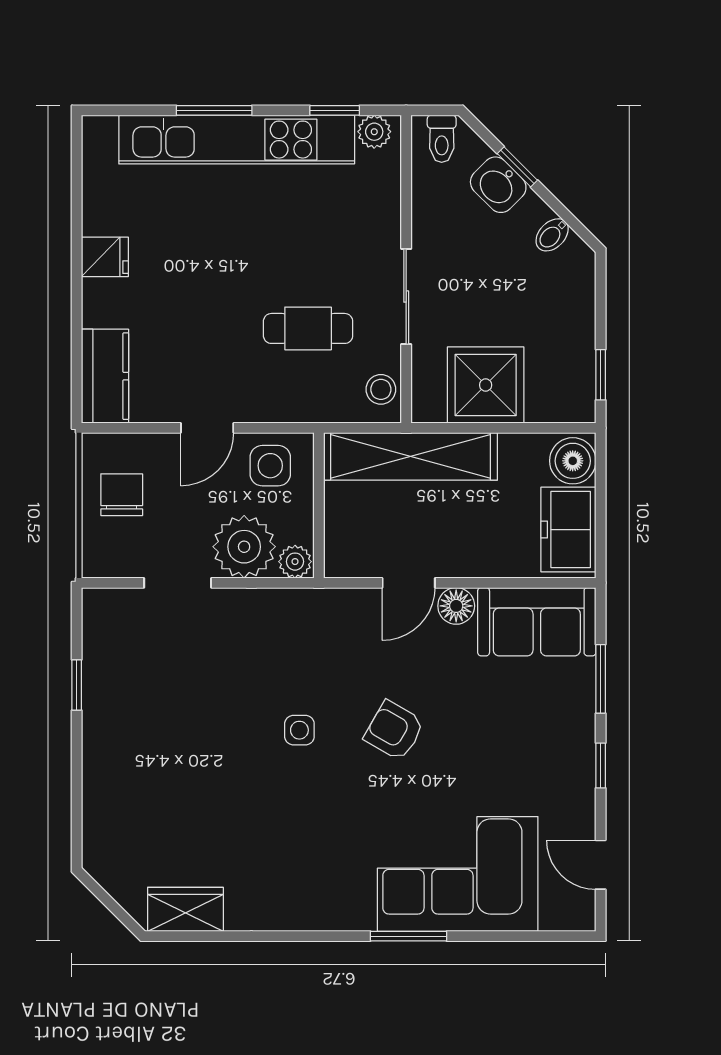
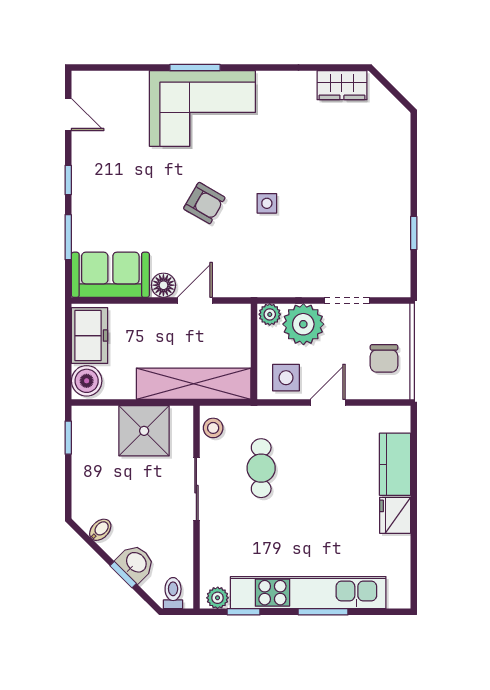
fridge: (105, 257) -> (395, 515), width x1.38
cafe table: (308, 328) -> (261, 468), turned 90
kitchen counter: (105, 376) -> (395, 464), moved
corner sofa: (458, 874) -> (202, 108), moved

